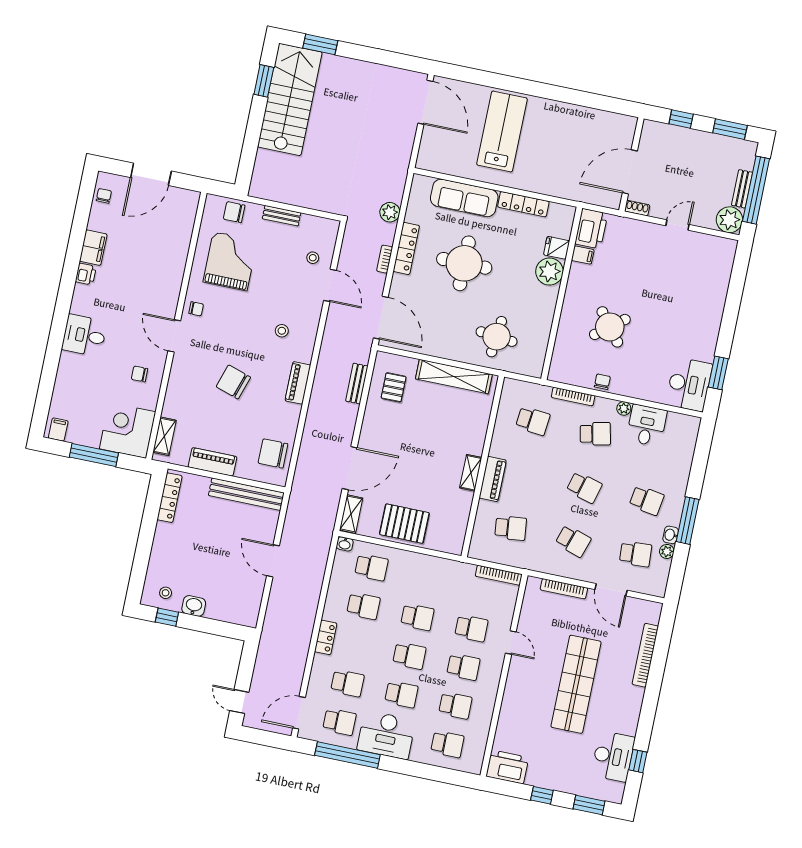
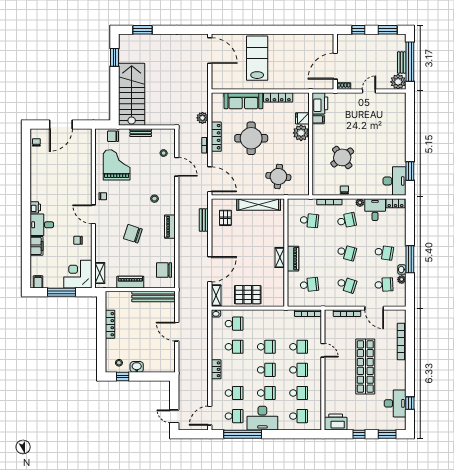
stairs: (290, 99) -> (132, 94), moved
filing cabinet: (93, 248) -> (36, 246), moved
printer: (86, 274) -> (35, 207), moved
locker: (683, 422) -> (395, 203), added
locker: (170, 498) -> (110, 324), moved

